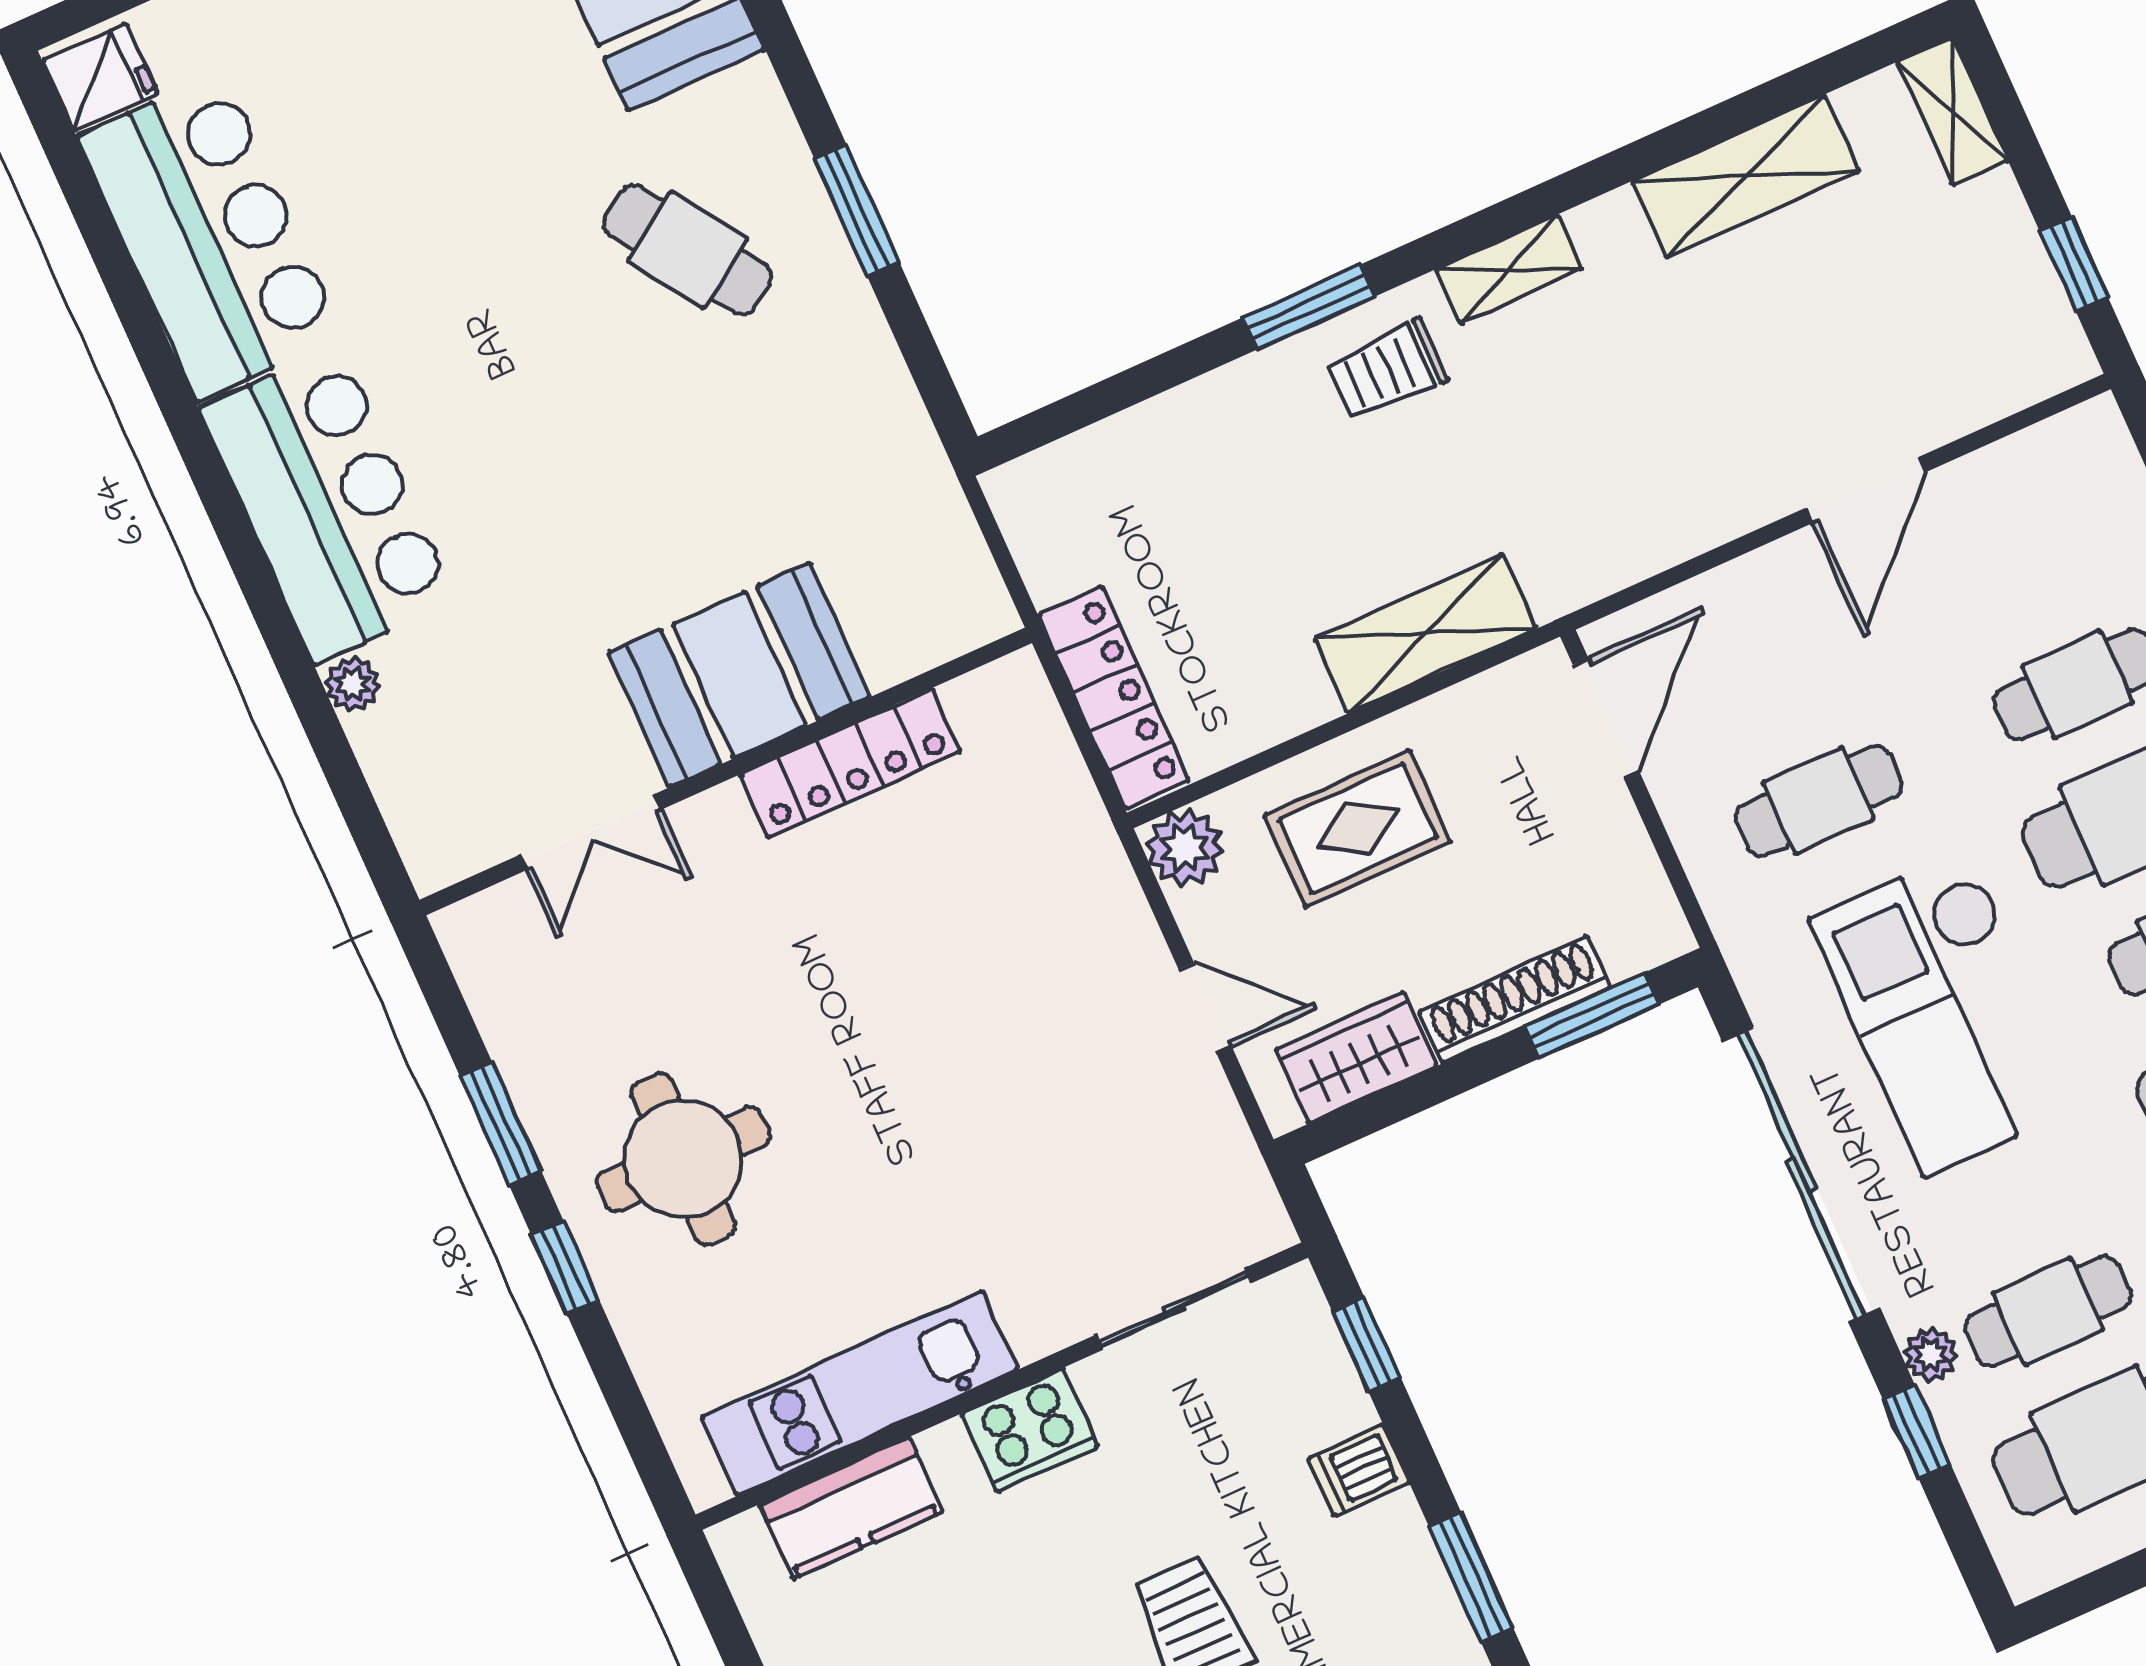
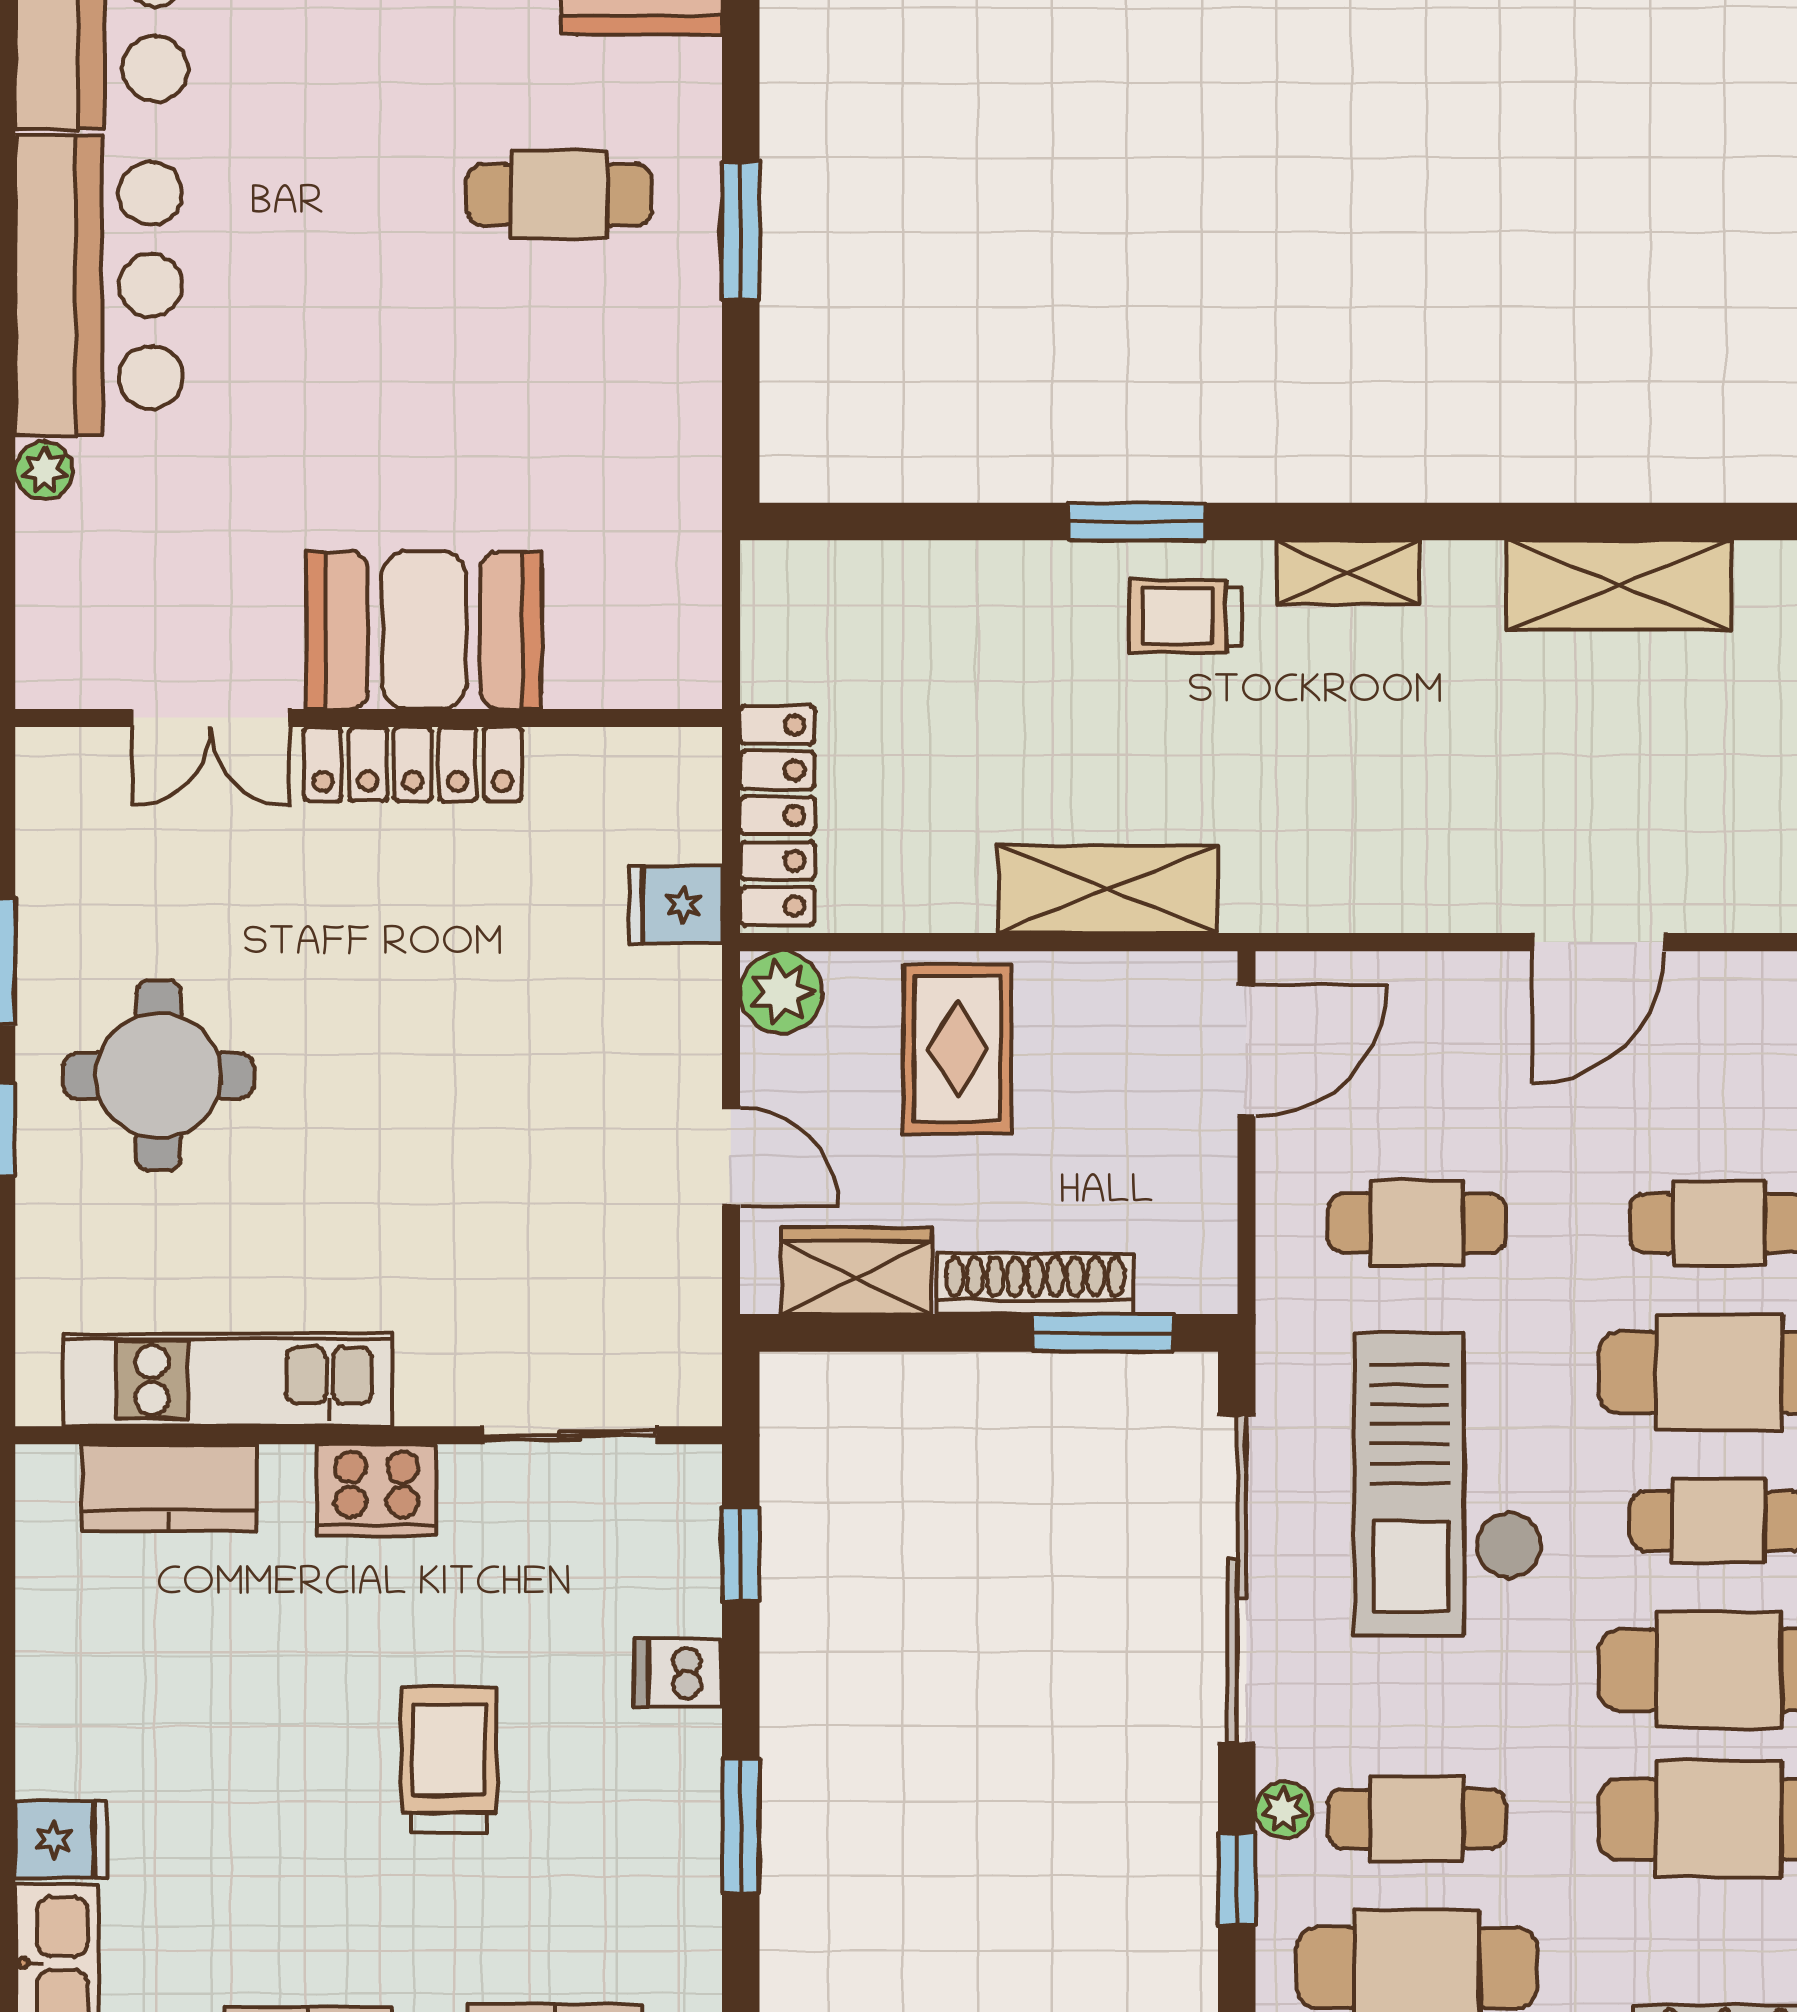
cafe table: (688, 250) -> (559, 195), turned -56
locker: (850, 763) -> (413, 764), moved
fridge: (1061, 814) -> (676, 905), added
rug: (1358, 828) -> (957, 1049), turned 90

